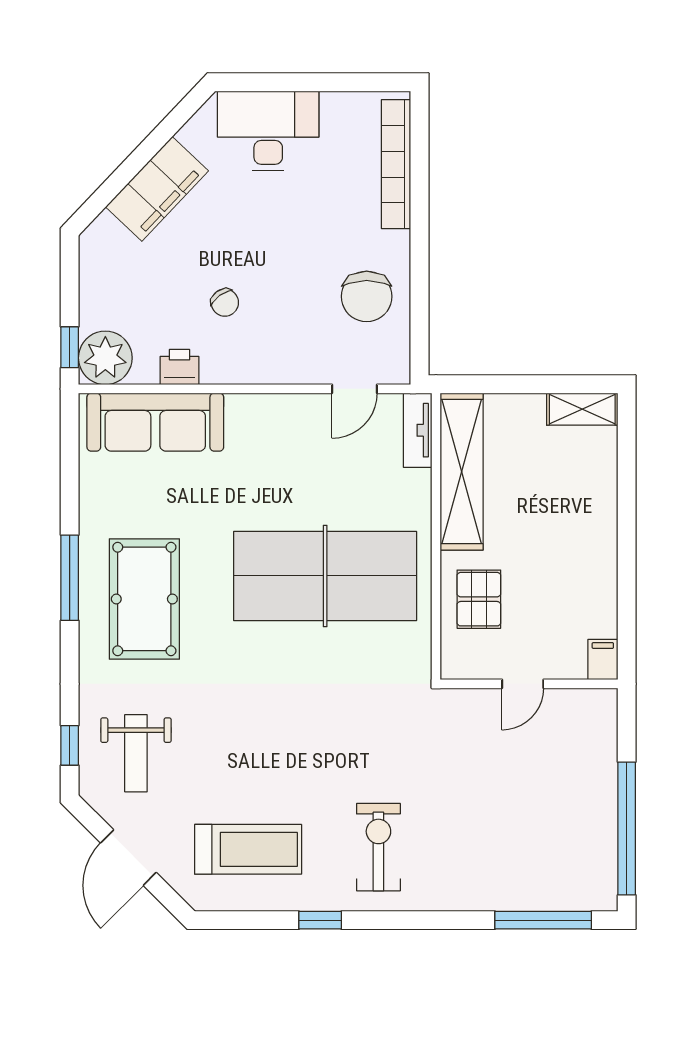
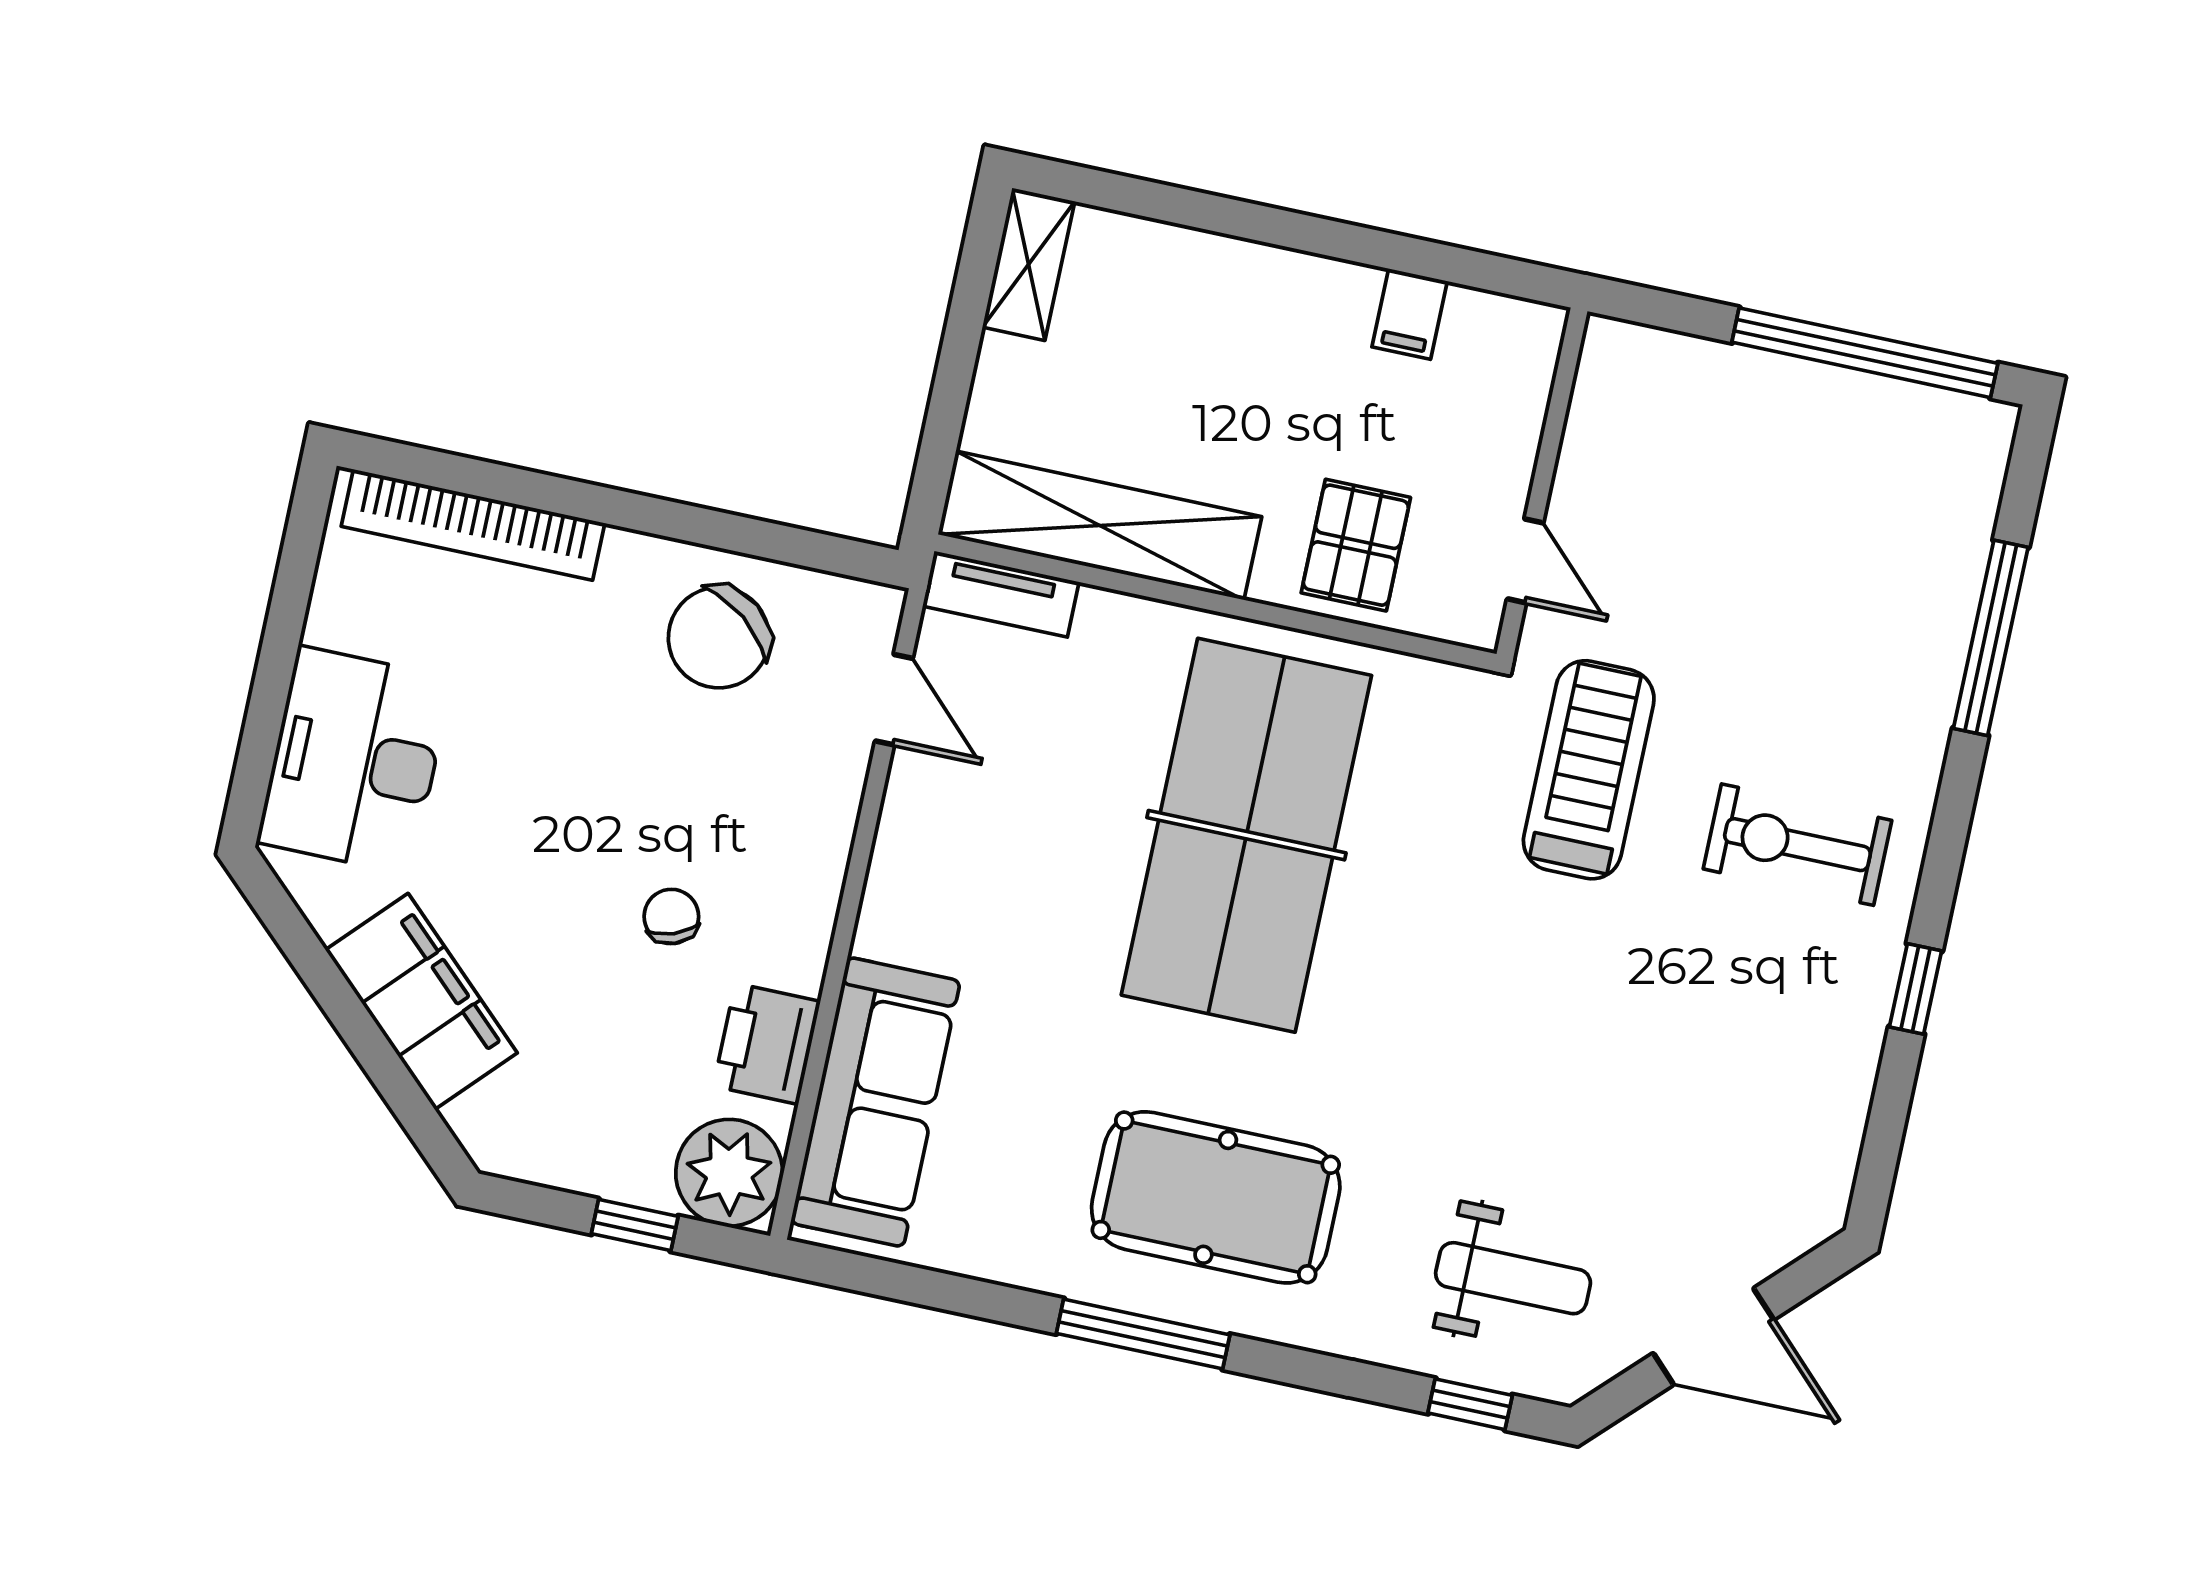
chair: (367, 296) -> (719, 638), turned 128
chair: (225, 303) -> (671, 917), turned -74
window: (70, 347) -> (635, 1225), moved
printer: (180, 367) -> (767, 1044), width x1.36, depth x1.24
pallet: (479, 599) -> (1356, 545), turned 90
filing cabinet: (603, 660) -> (1410, 314), moved, turned -90
door: (523, 684) -> (1525, 561), moved
treadmill: (248, 849) -> (1589, 770), moved
window: (543, 920) -> (1991, 638), moved

